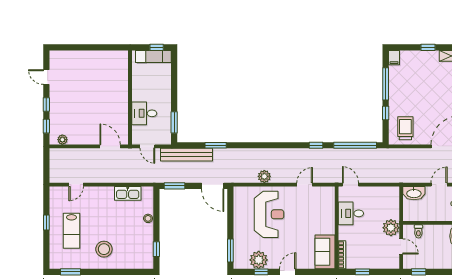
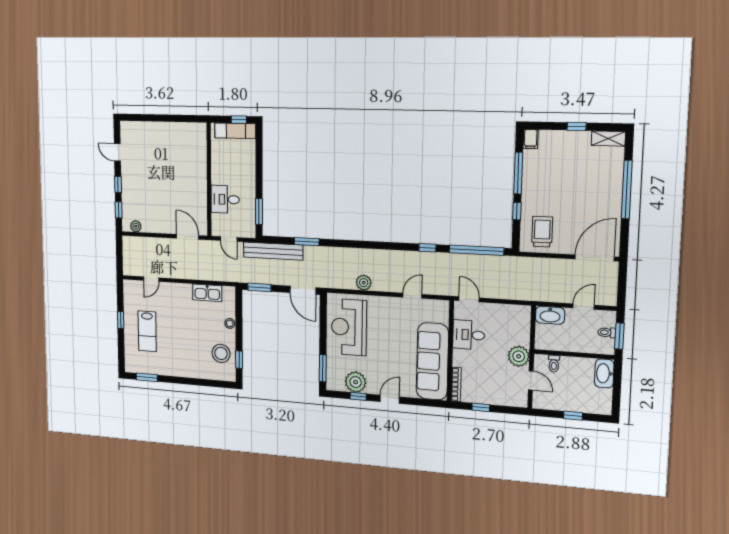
reception desk: (269, 214) -> (349, 327), moved, turned 180
stool: (104, 249) -> (221, 353), moved
sofa: (325, 252) -> (432, 361), width x1.85, depth x1.27
window: (419, 272) -> (573, 416), moved

